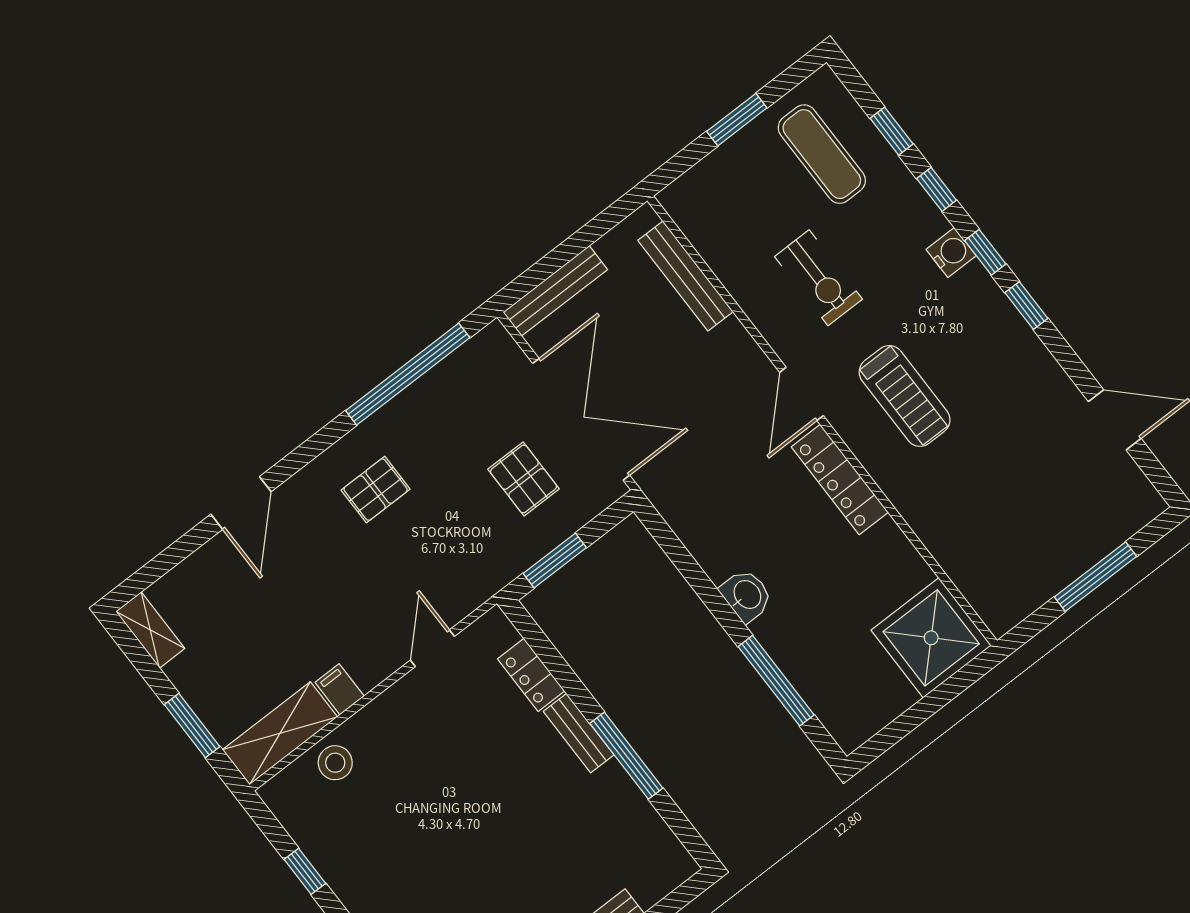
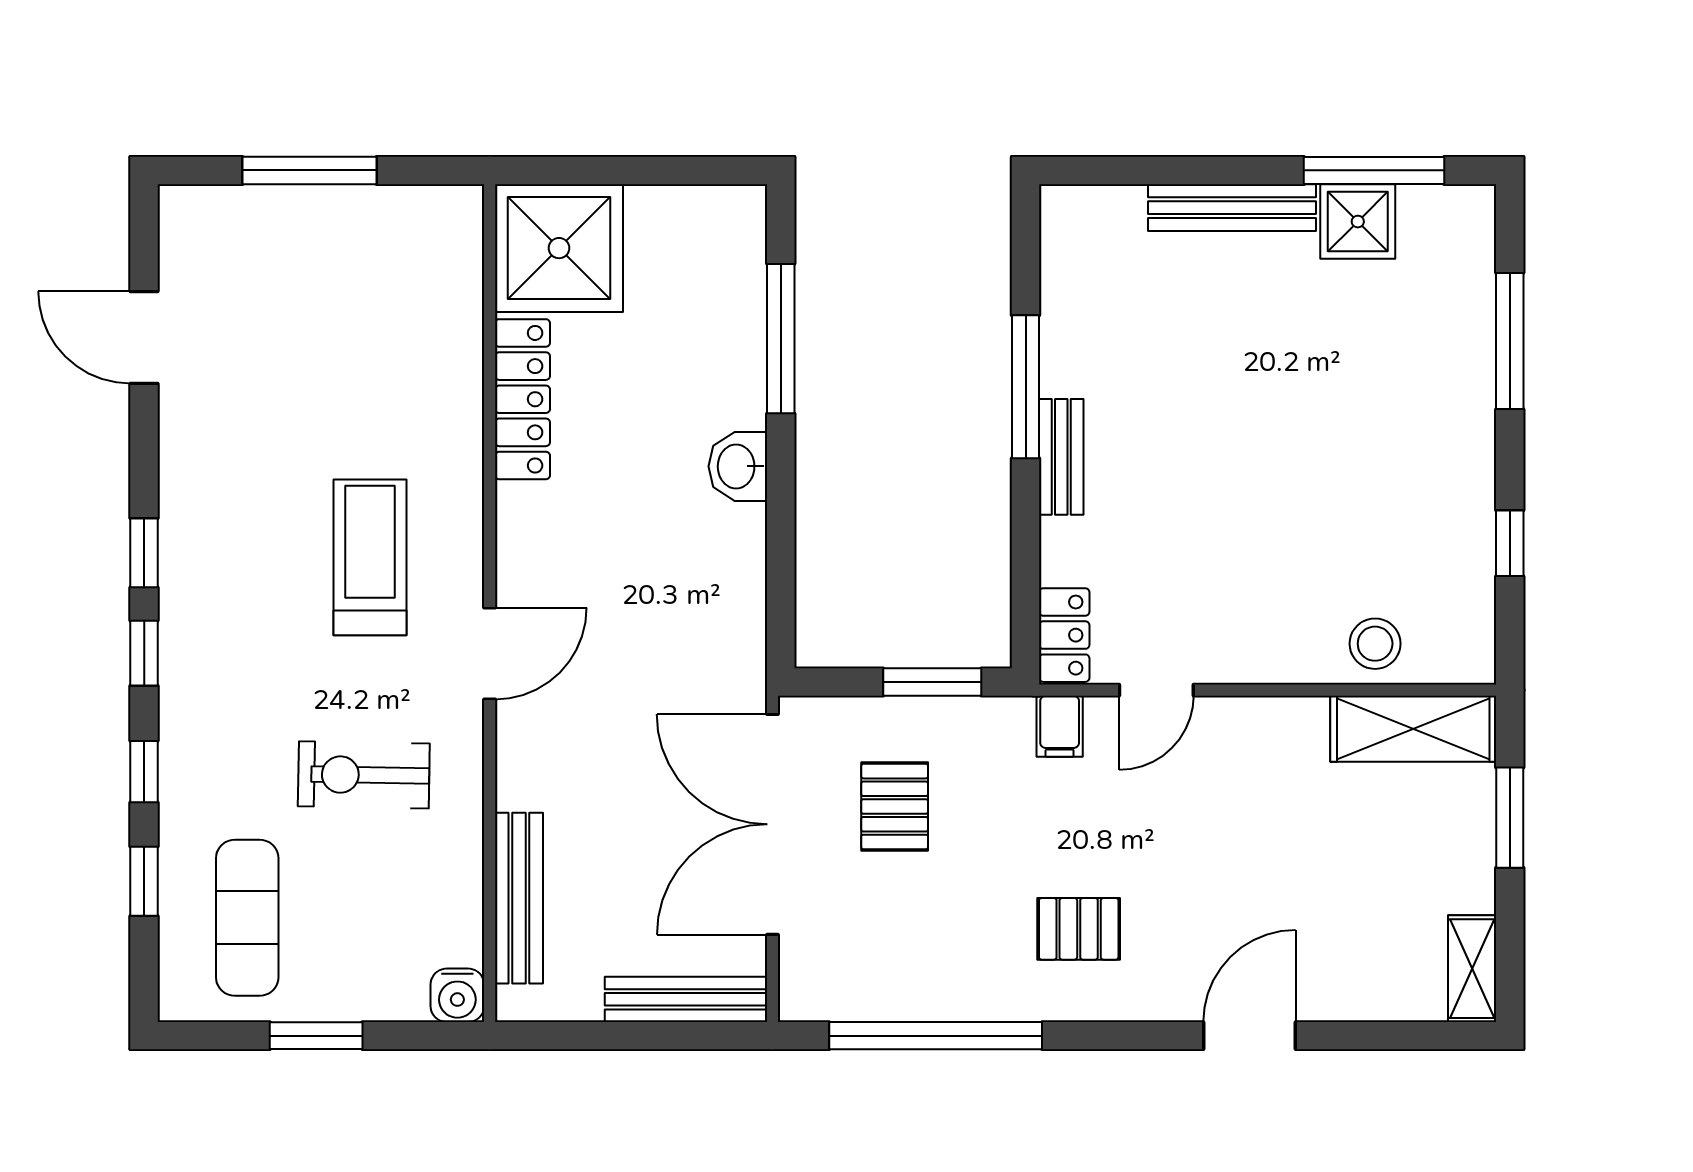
water cooler: (951, 252) -> (457, 995), moved, turned -90
exercise bike: (819, 278) -> (364, 775), turned -89
locker: (840, 480) -> (522, 399), moved
locker: (531, 675) -> (1064, 635), moved
filing cabinet: (340, 689) -> (1060, 726), moved

